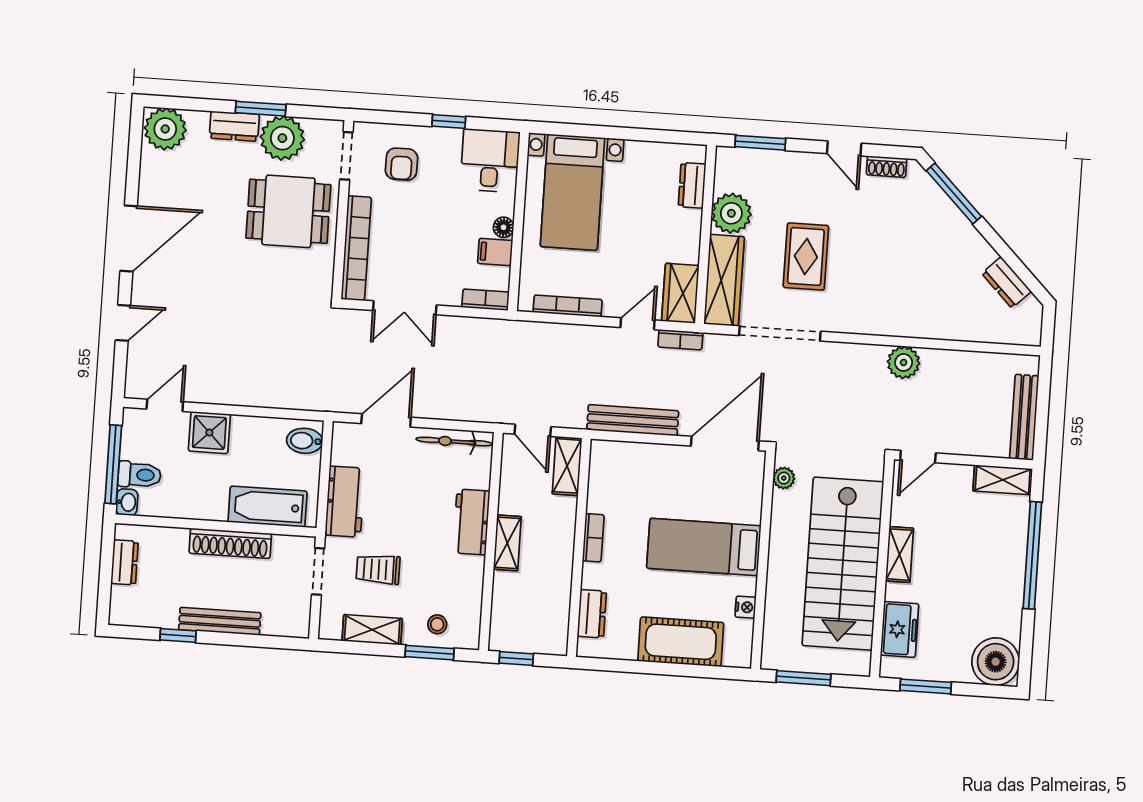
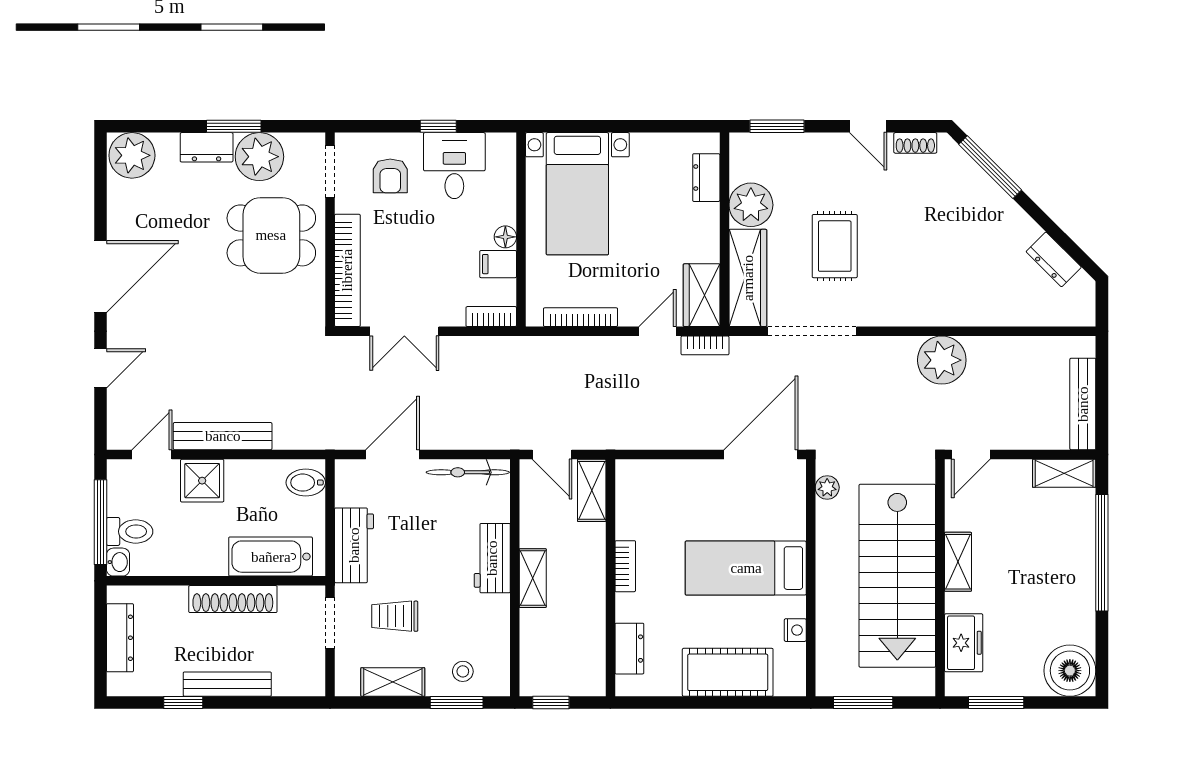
desk: (490, 161) -> (454, 166), moved
plant: (904, 362) -> (942, 360), width x1.36, depth x1.36
bench: (633, 420) -> (223, 436), moved
dresser: (125, 562) -> (120, 638), width x1.44

